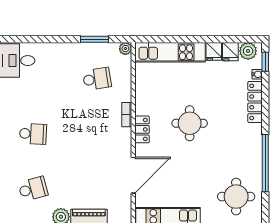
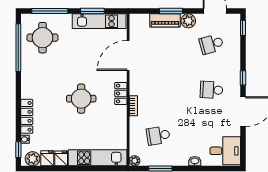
washbasin: (53, 48) -> (195, 161), added
window: (265, 163) -> (18, 48), moved

